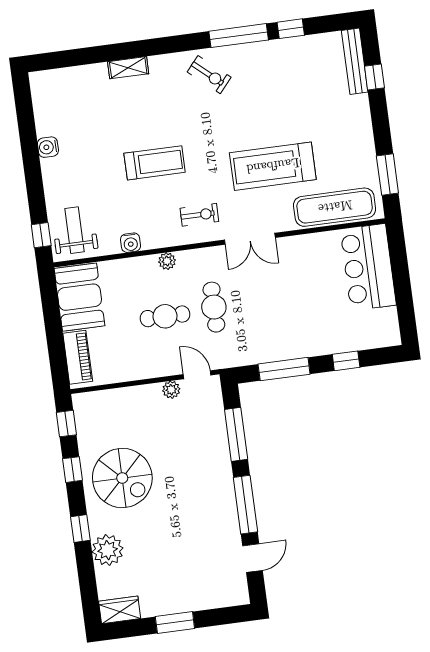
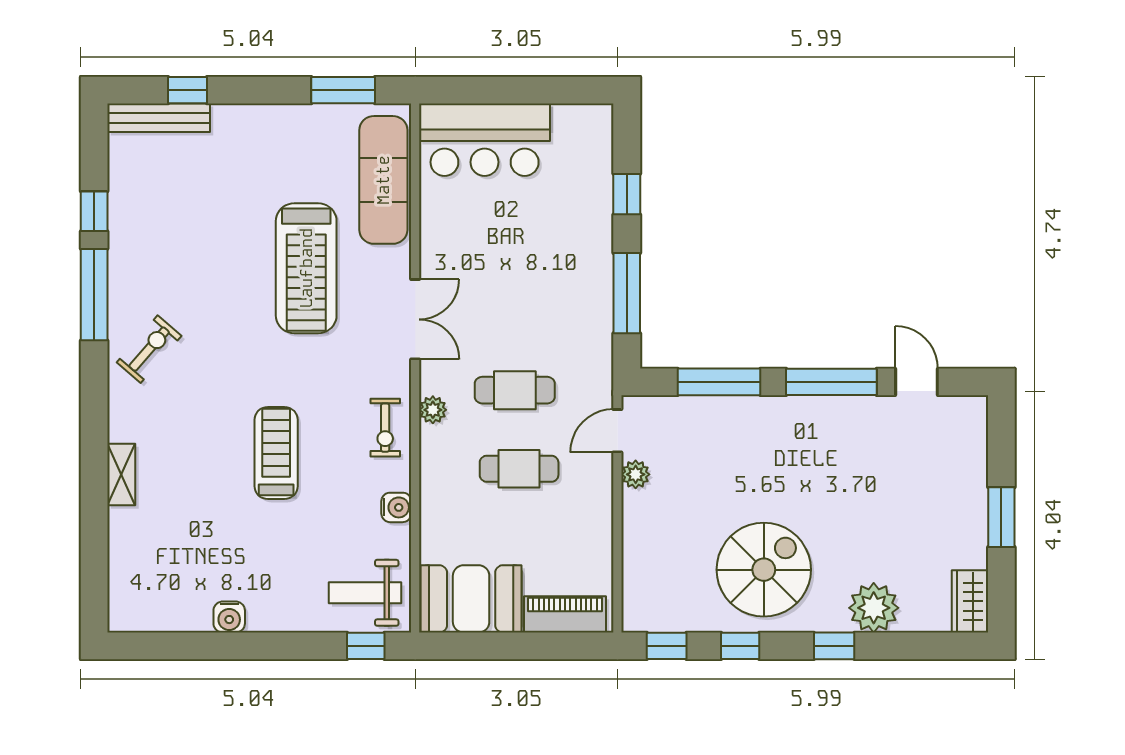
exercise bike: (199, 215) -> (385, 428), moved, turned 180
plant: (167, 261) -> (433, 410), moved
cafe table: (165, 316) -> (519, 469), turned 90

